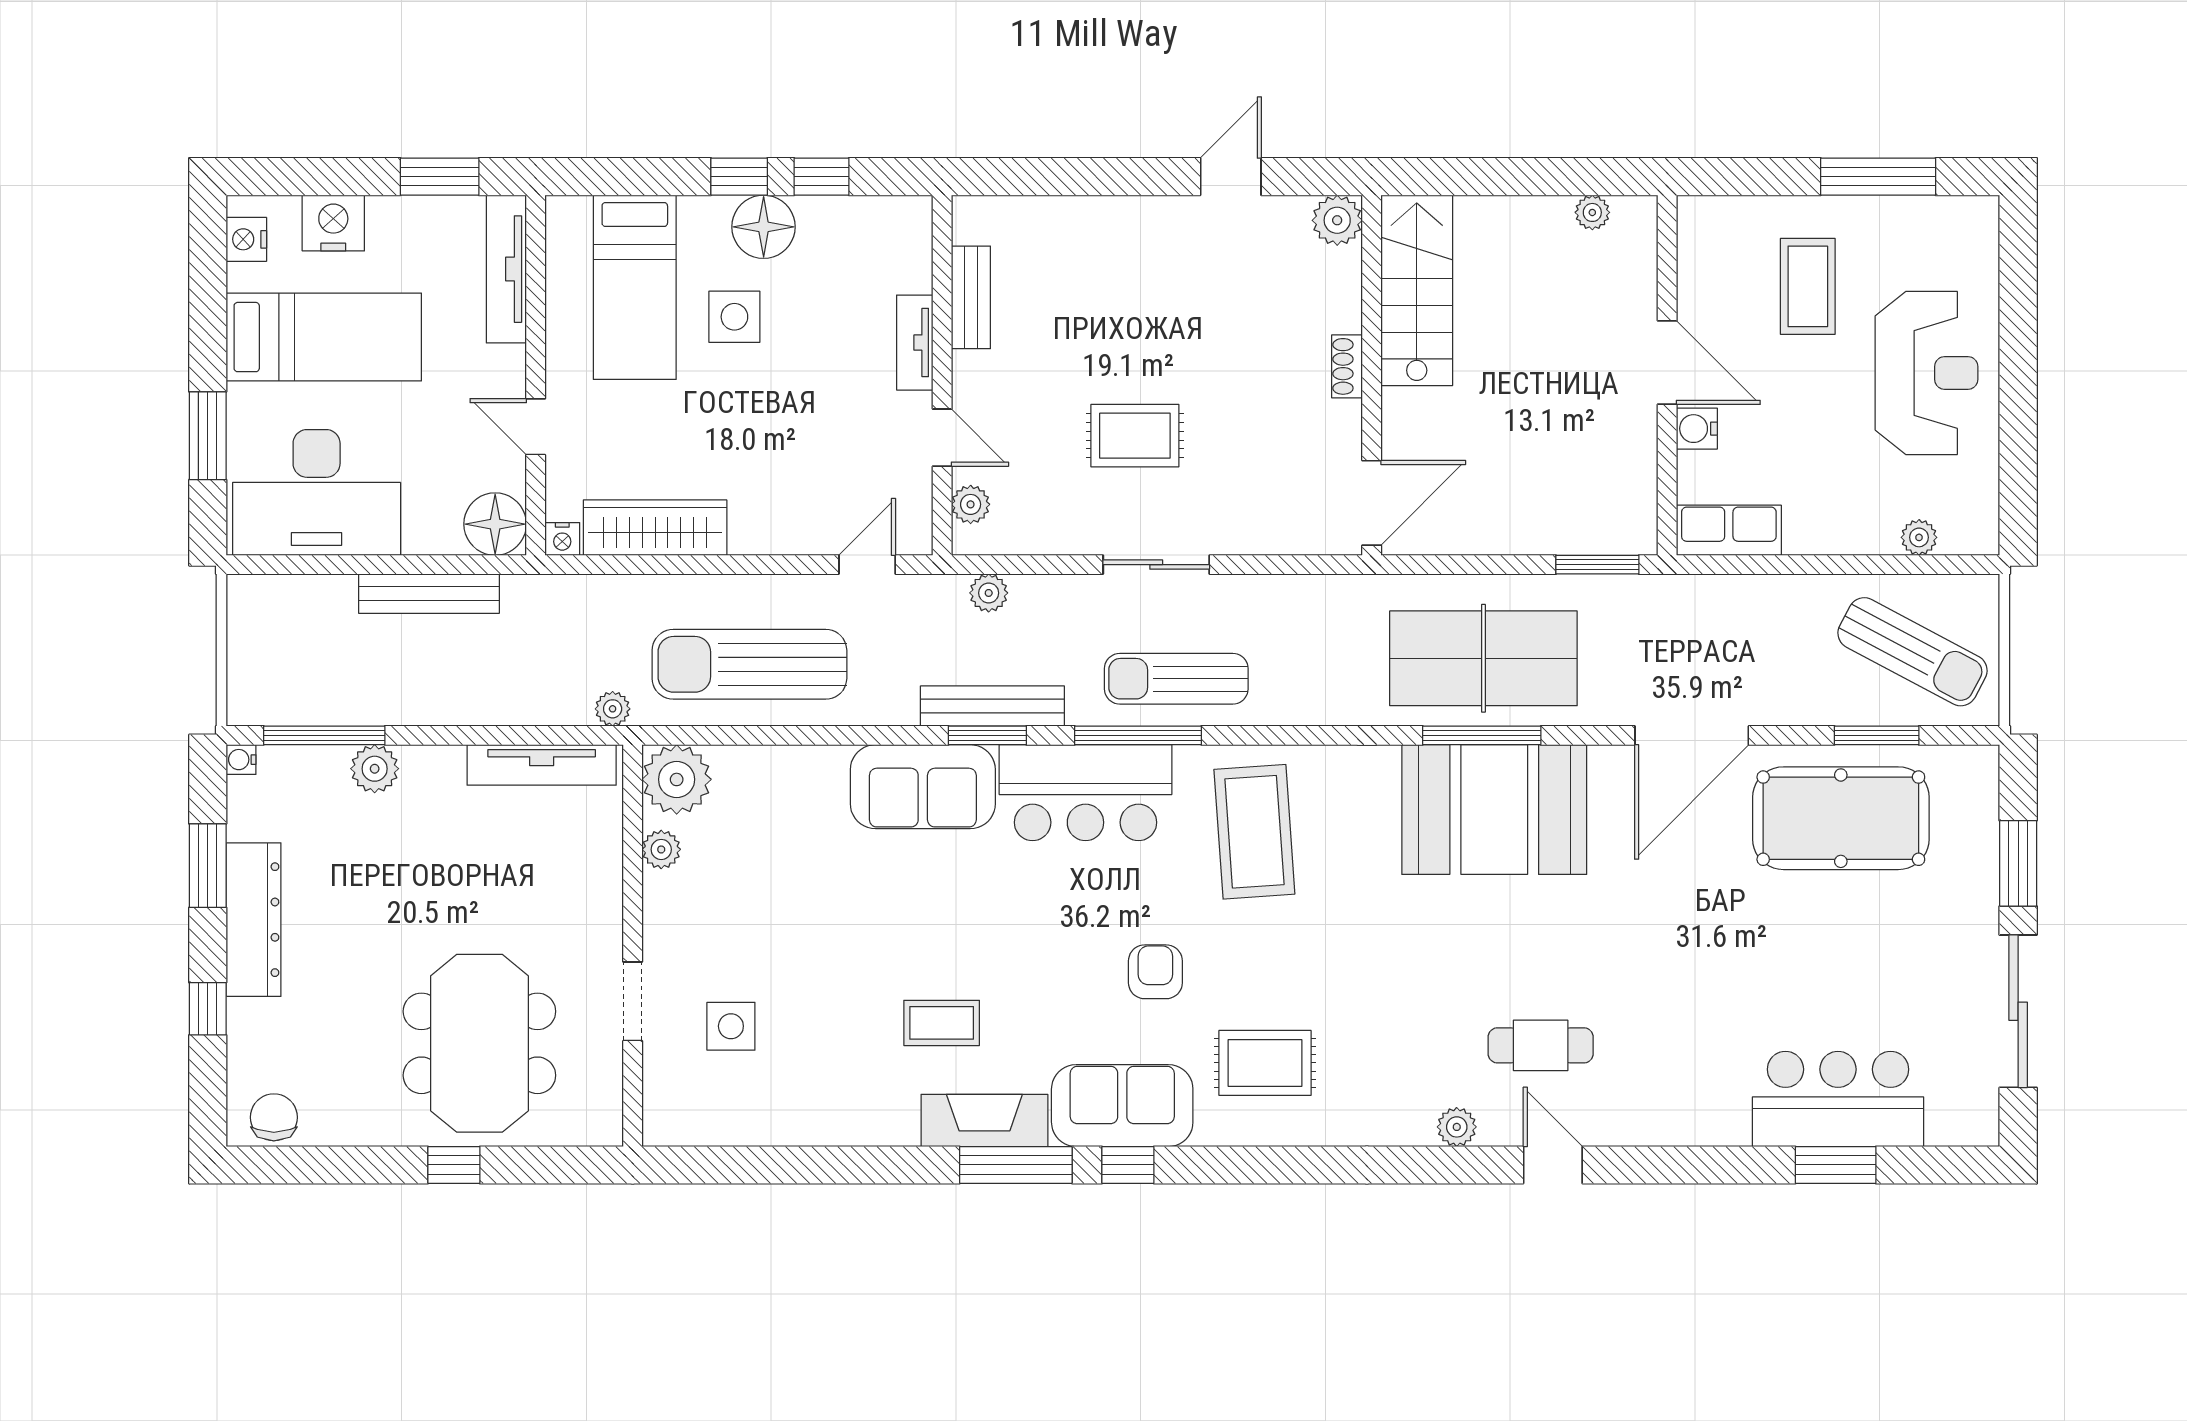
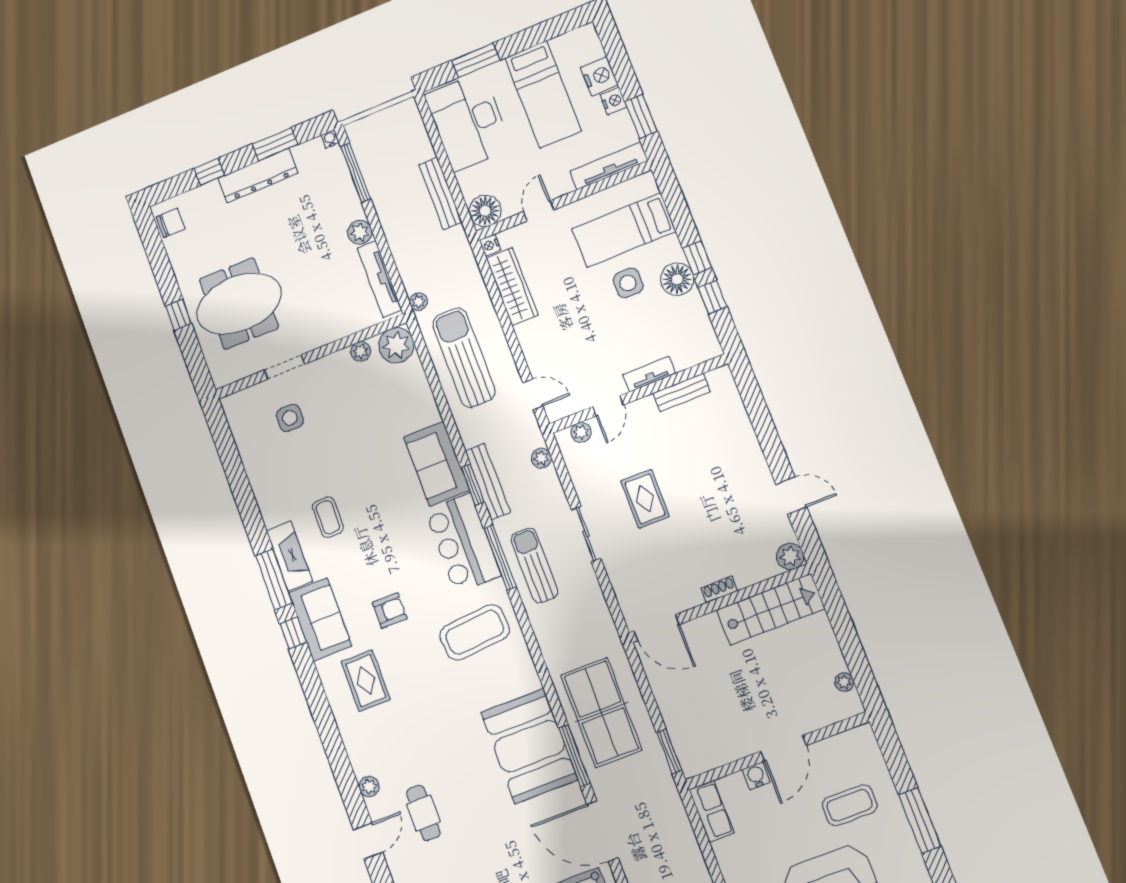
nightstand: (246, 239) -> (613, 101), moved, turned 90
window: (1482, 735) -> (574, 756), moved
plant: (375, 769) -> (360, 232), moved

